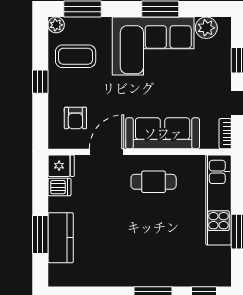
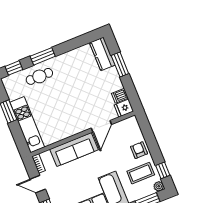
window: (40, 82) -> (163, 170), moved
armchair: (75, 118) -> (139, 150), moved
cafe table: (154, 182) -> (39, 76), moved
kitchen counter: (61, 238) -> (102, 54), moved

